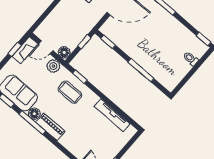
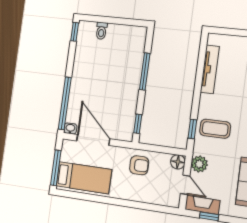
armchair: (79, 24) -> (139, 165), added
window: (84, 42) -> (154, 148), removed
coffee table: (70, 92) -> (215, 129), turned 90

